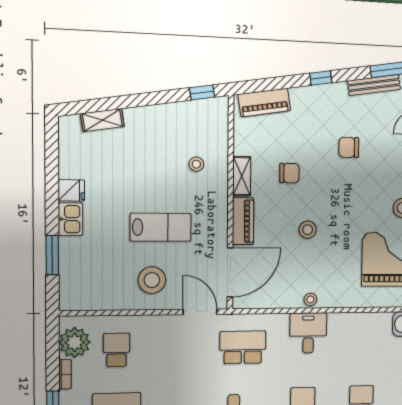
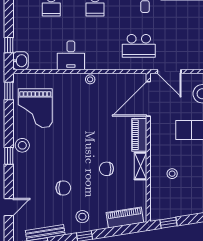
stool: (308, 230) -> (82, 217), moved
desk: (308, 333) -> (71, 55), moved

